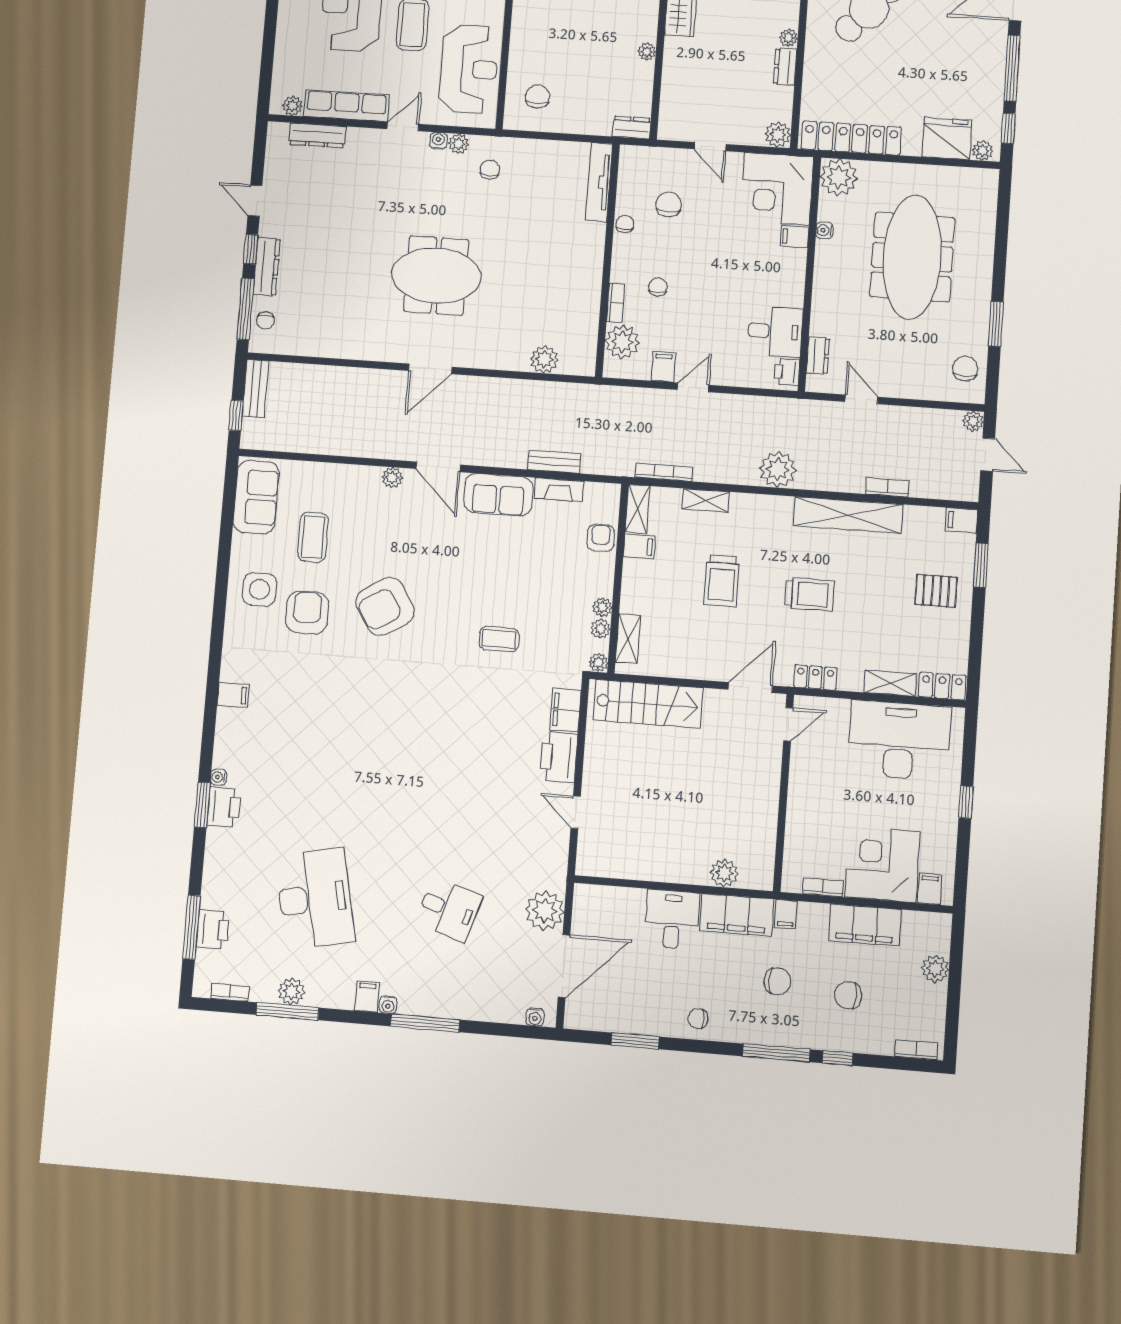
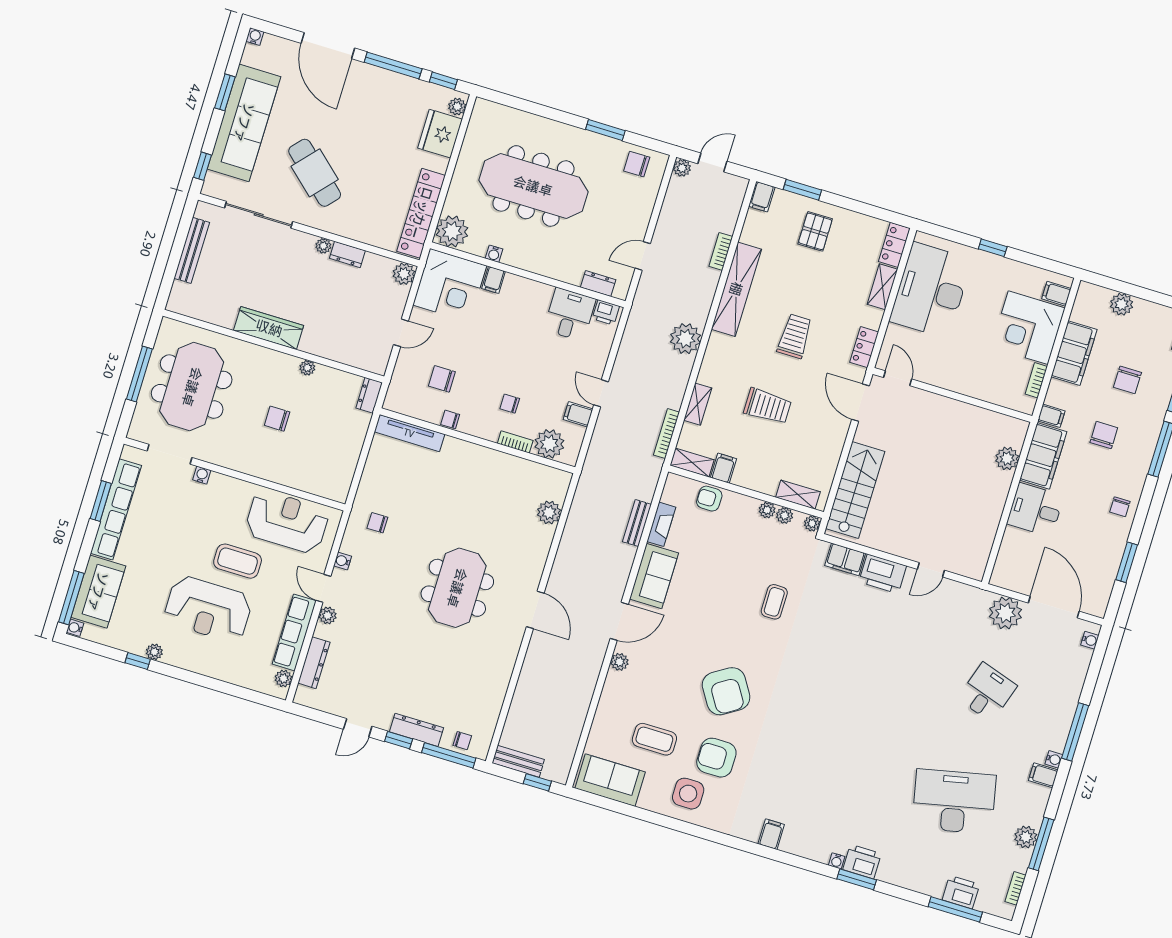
chair: (537, 96) -> (277, 419), moved
plant: (459, 144) -> (328, 615), moved

